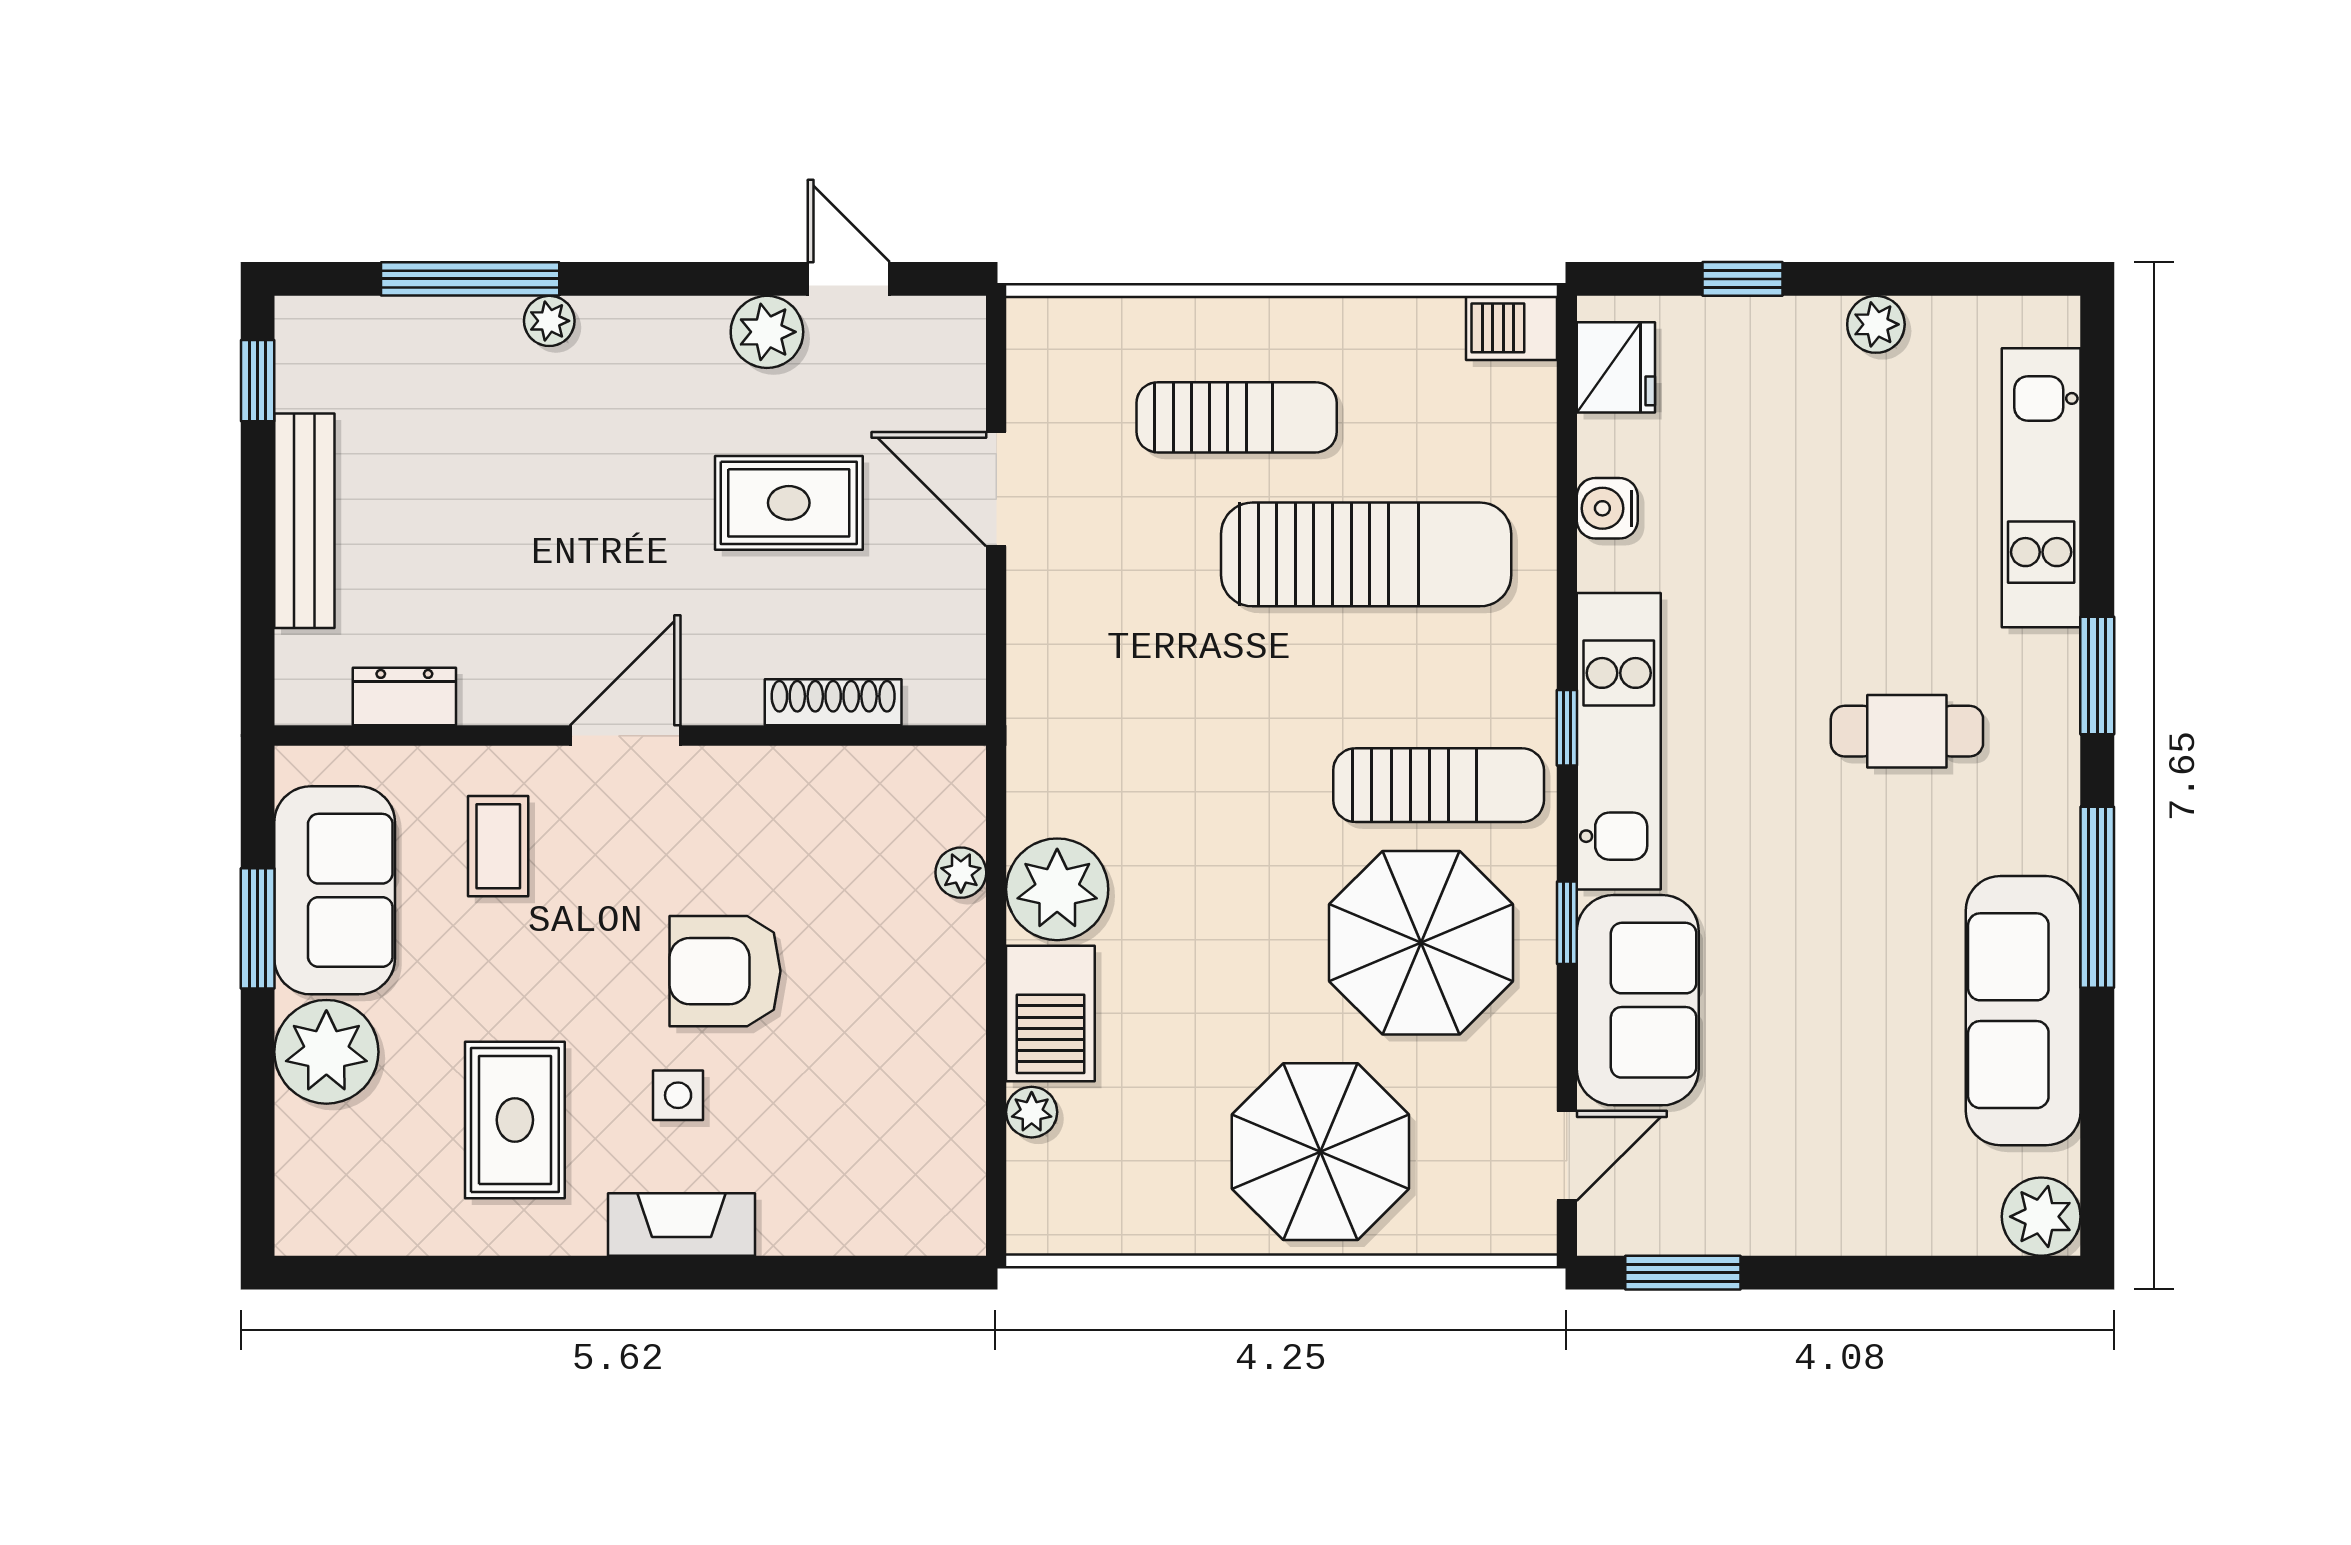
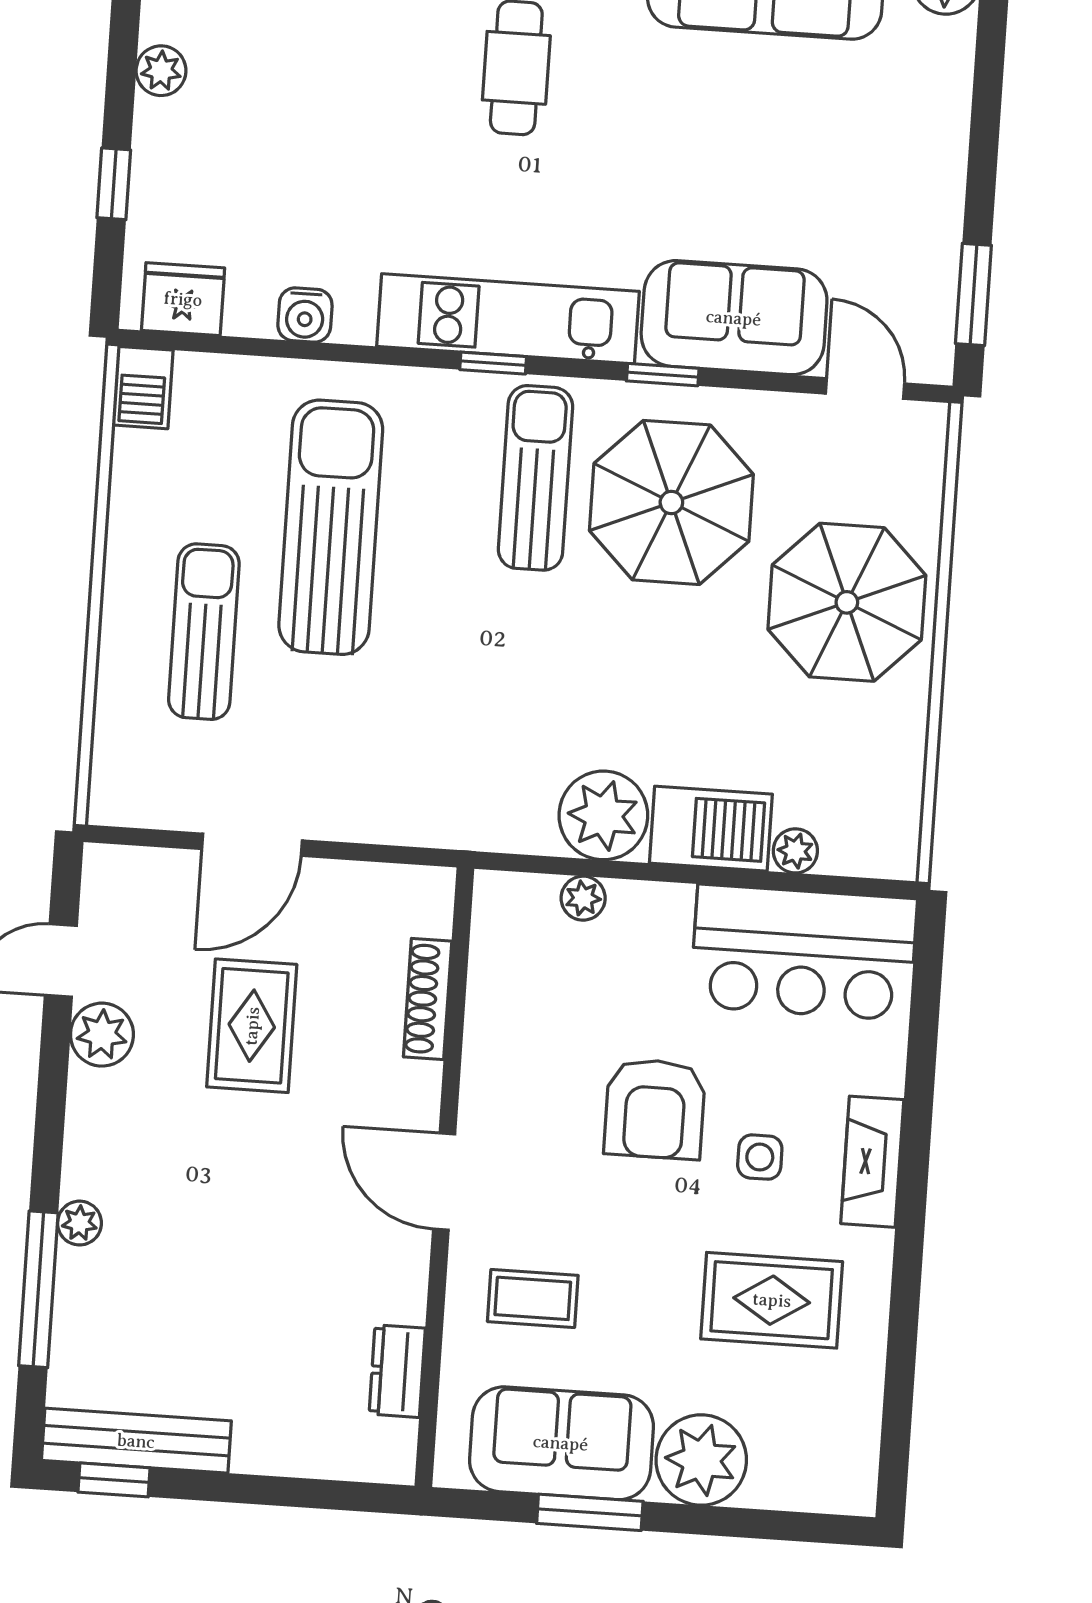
bench: (304, 521) -> (136, 1441), moved
bar counter: (916, 1129) -> (804, 952), added

